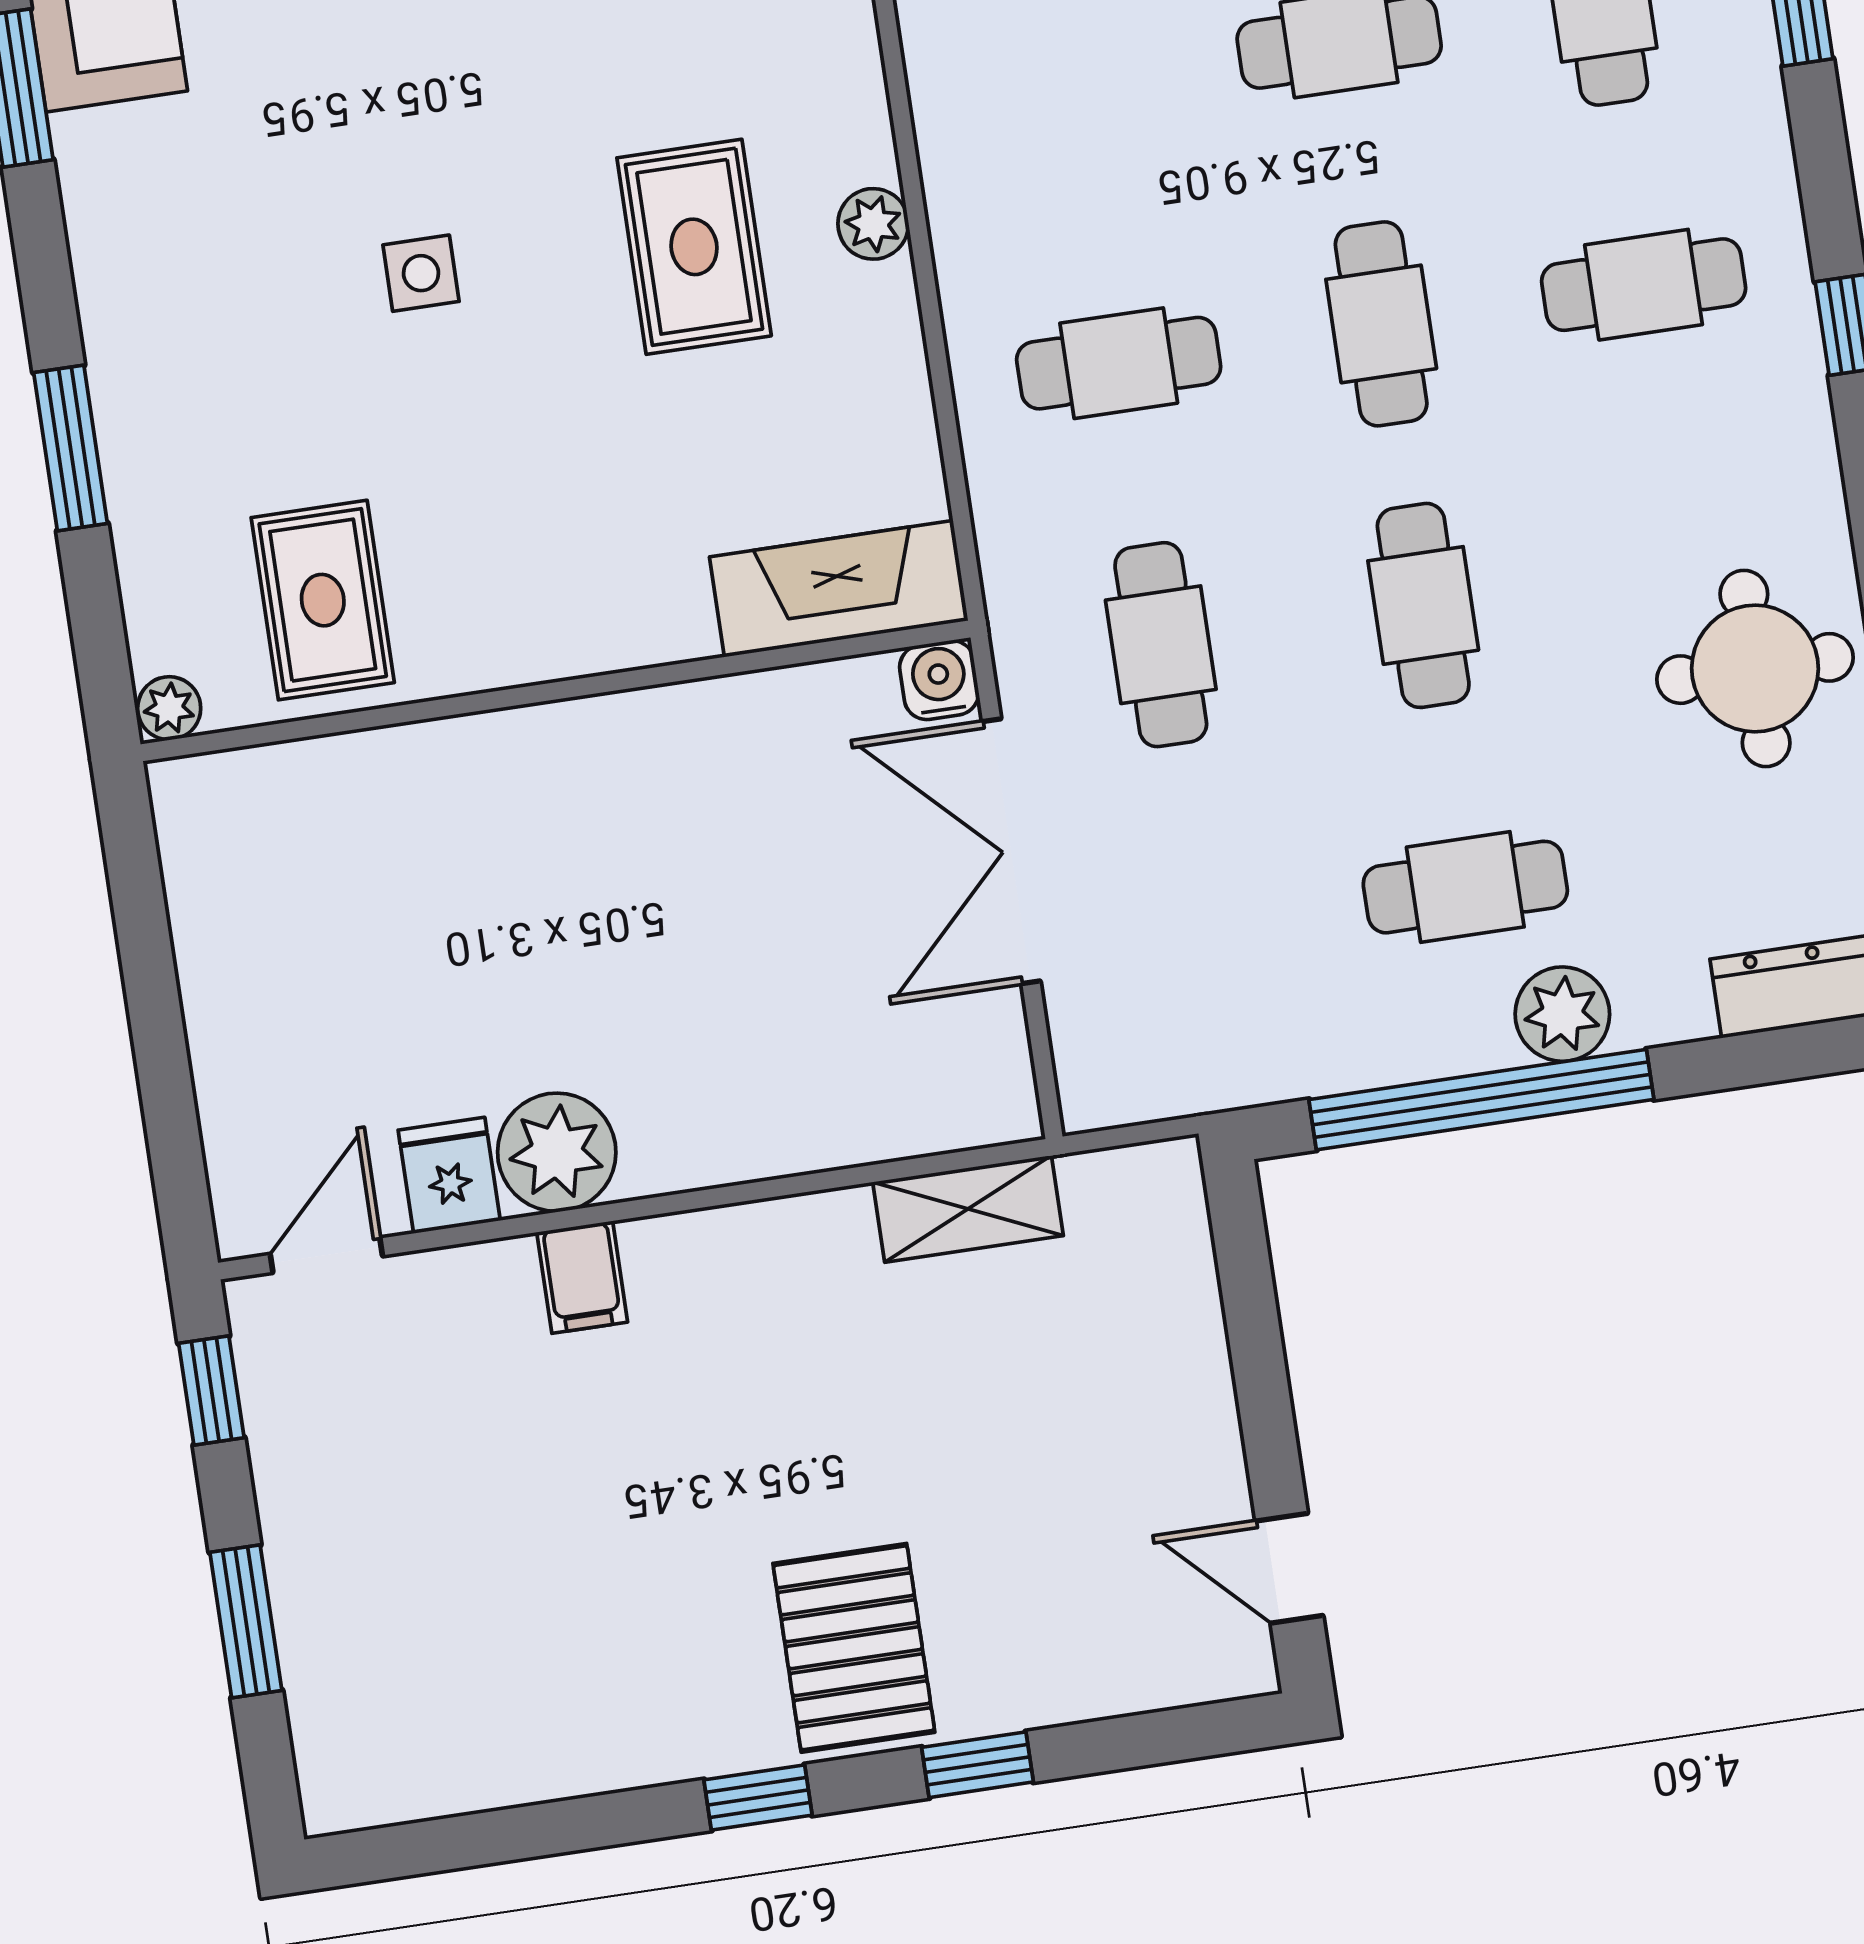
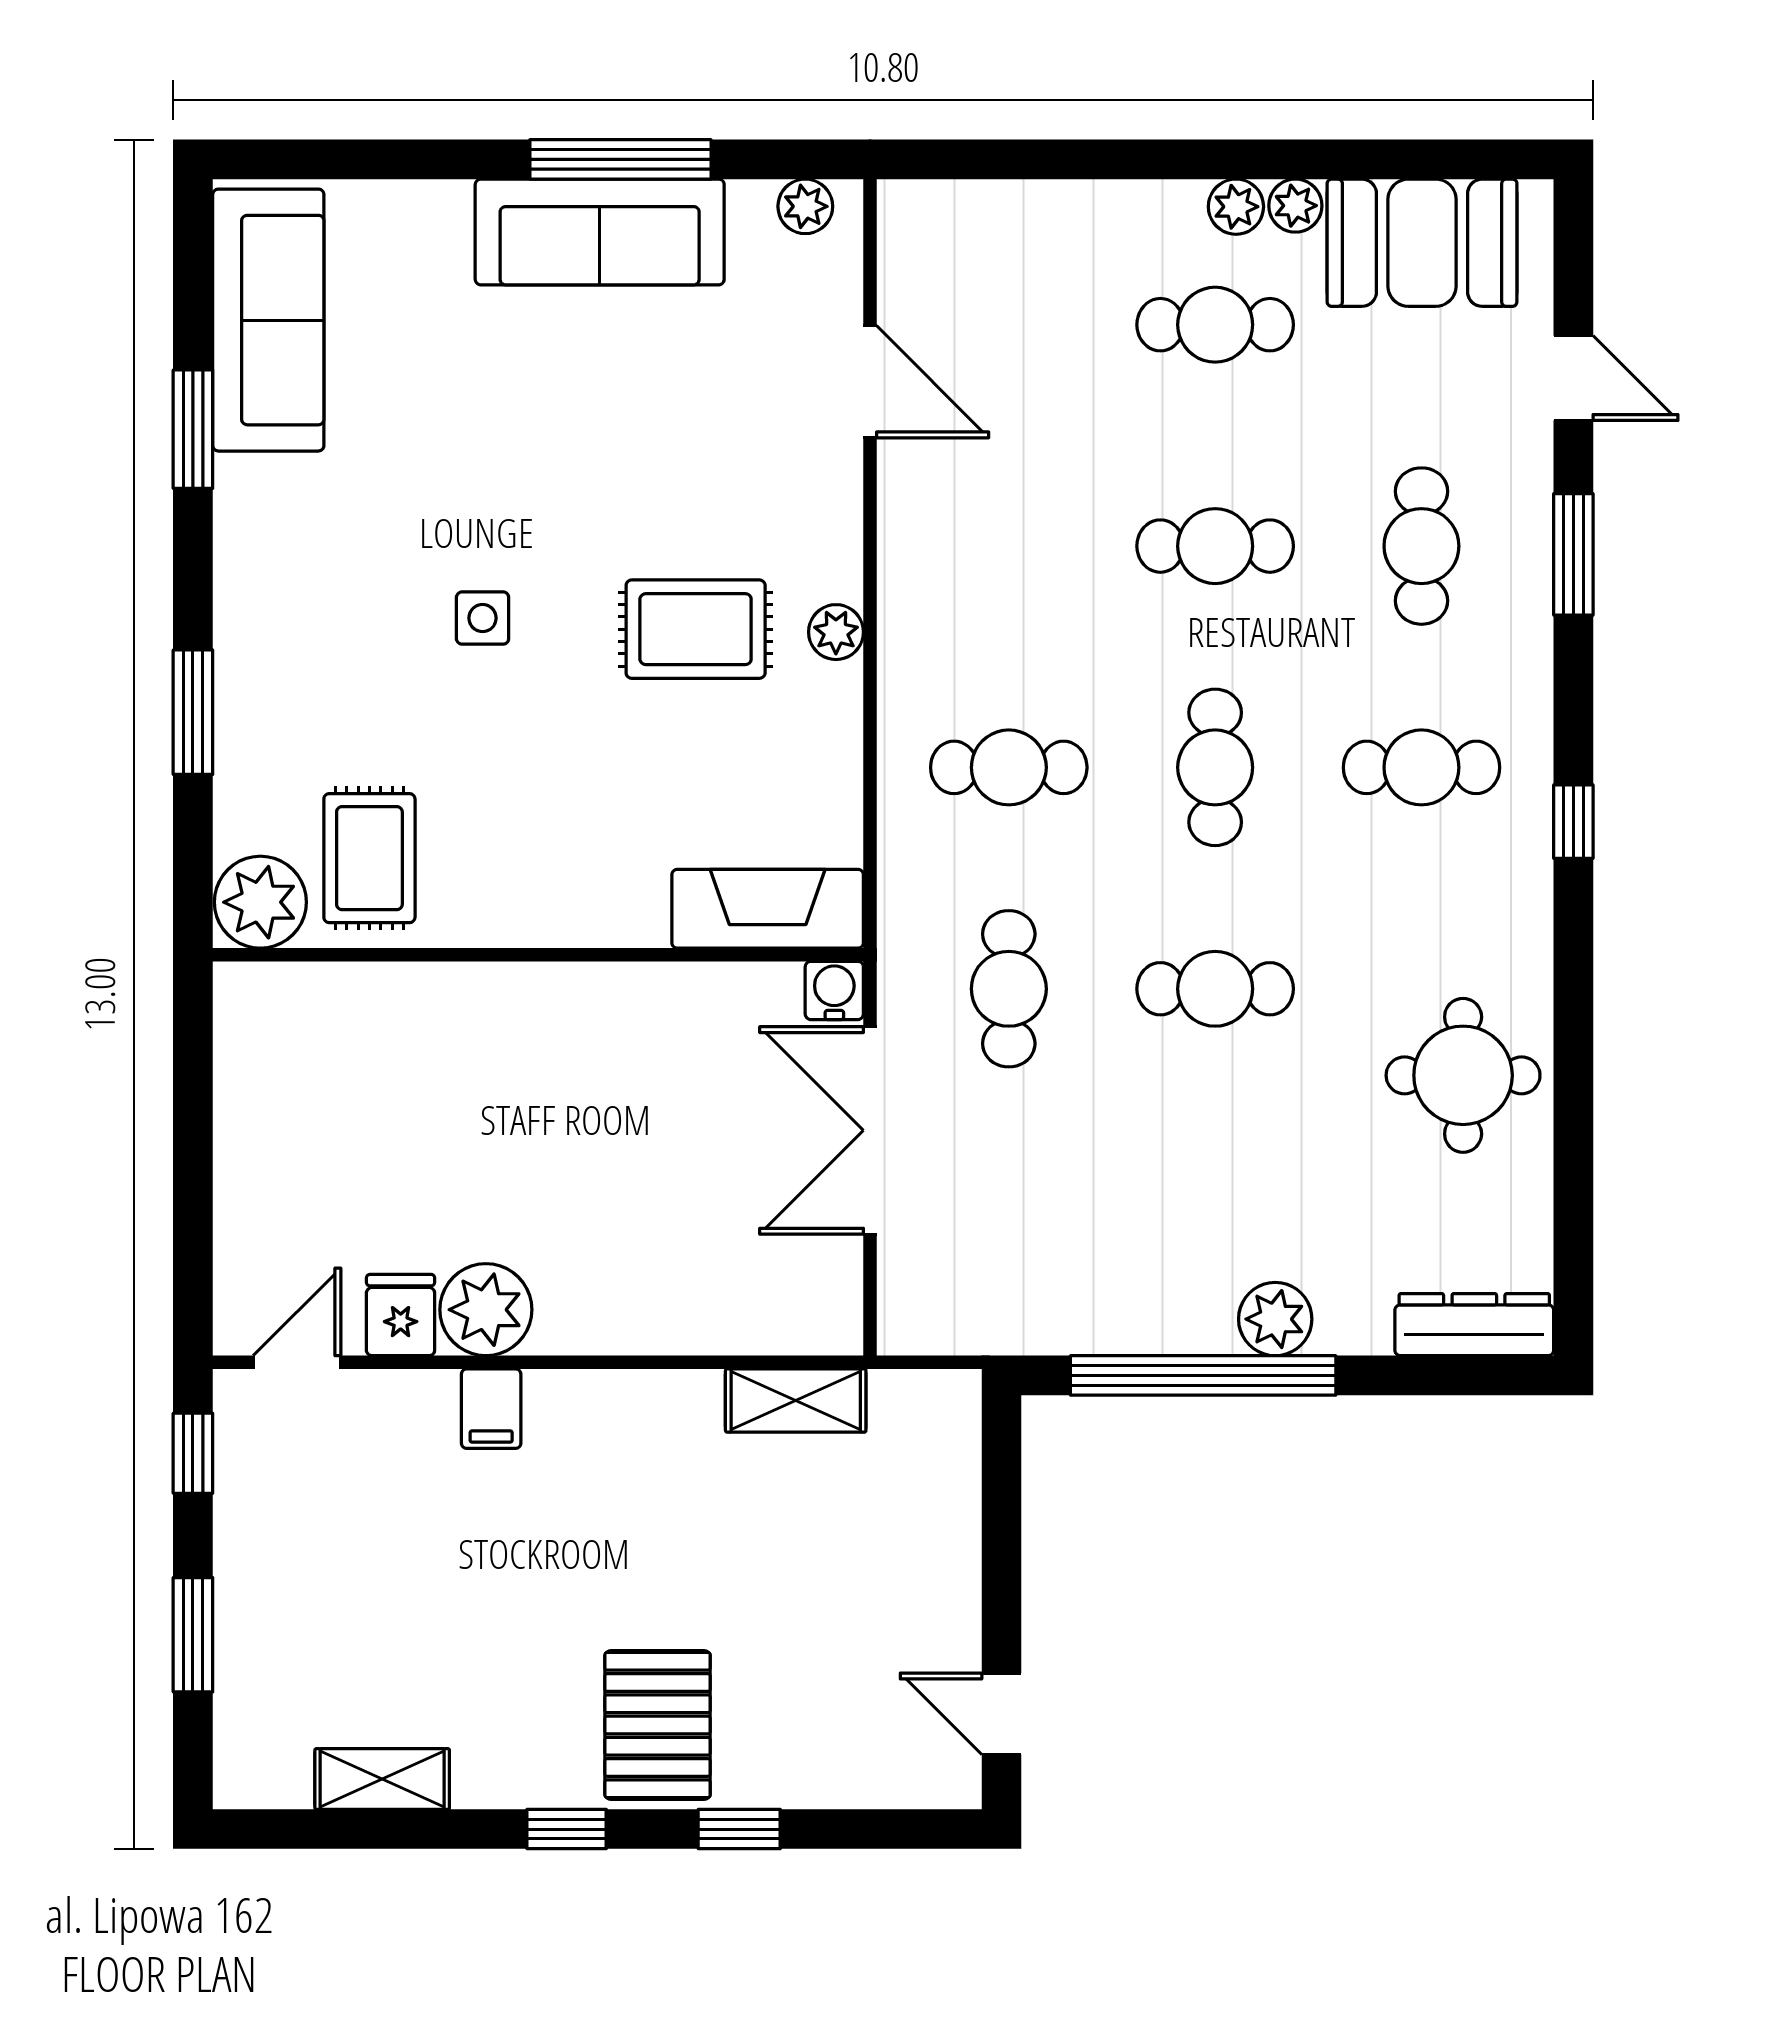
rug: (694, 247) -> (696, 629), turned 90
cafe table: (1423, 605) -> (1215, 989), turned 90
plant: (169, 708) -> (260, 902), width x1.88, depth x1.88
cafe table: (1465, 887) -> (1215, 1210), removed
shelving: (514, 1769) -> (382, 1779), added

